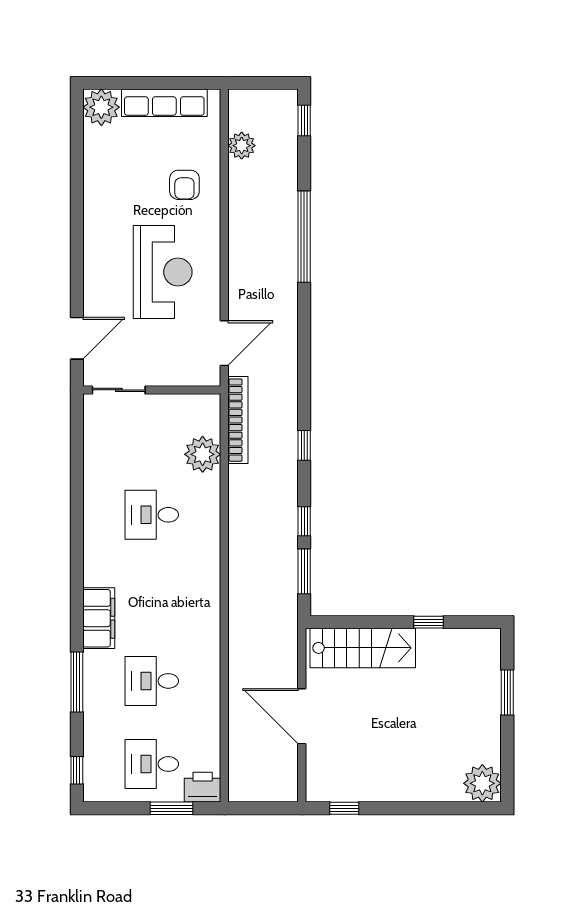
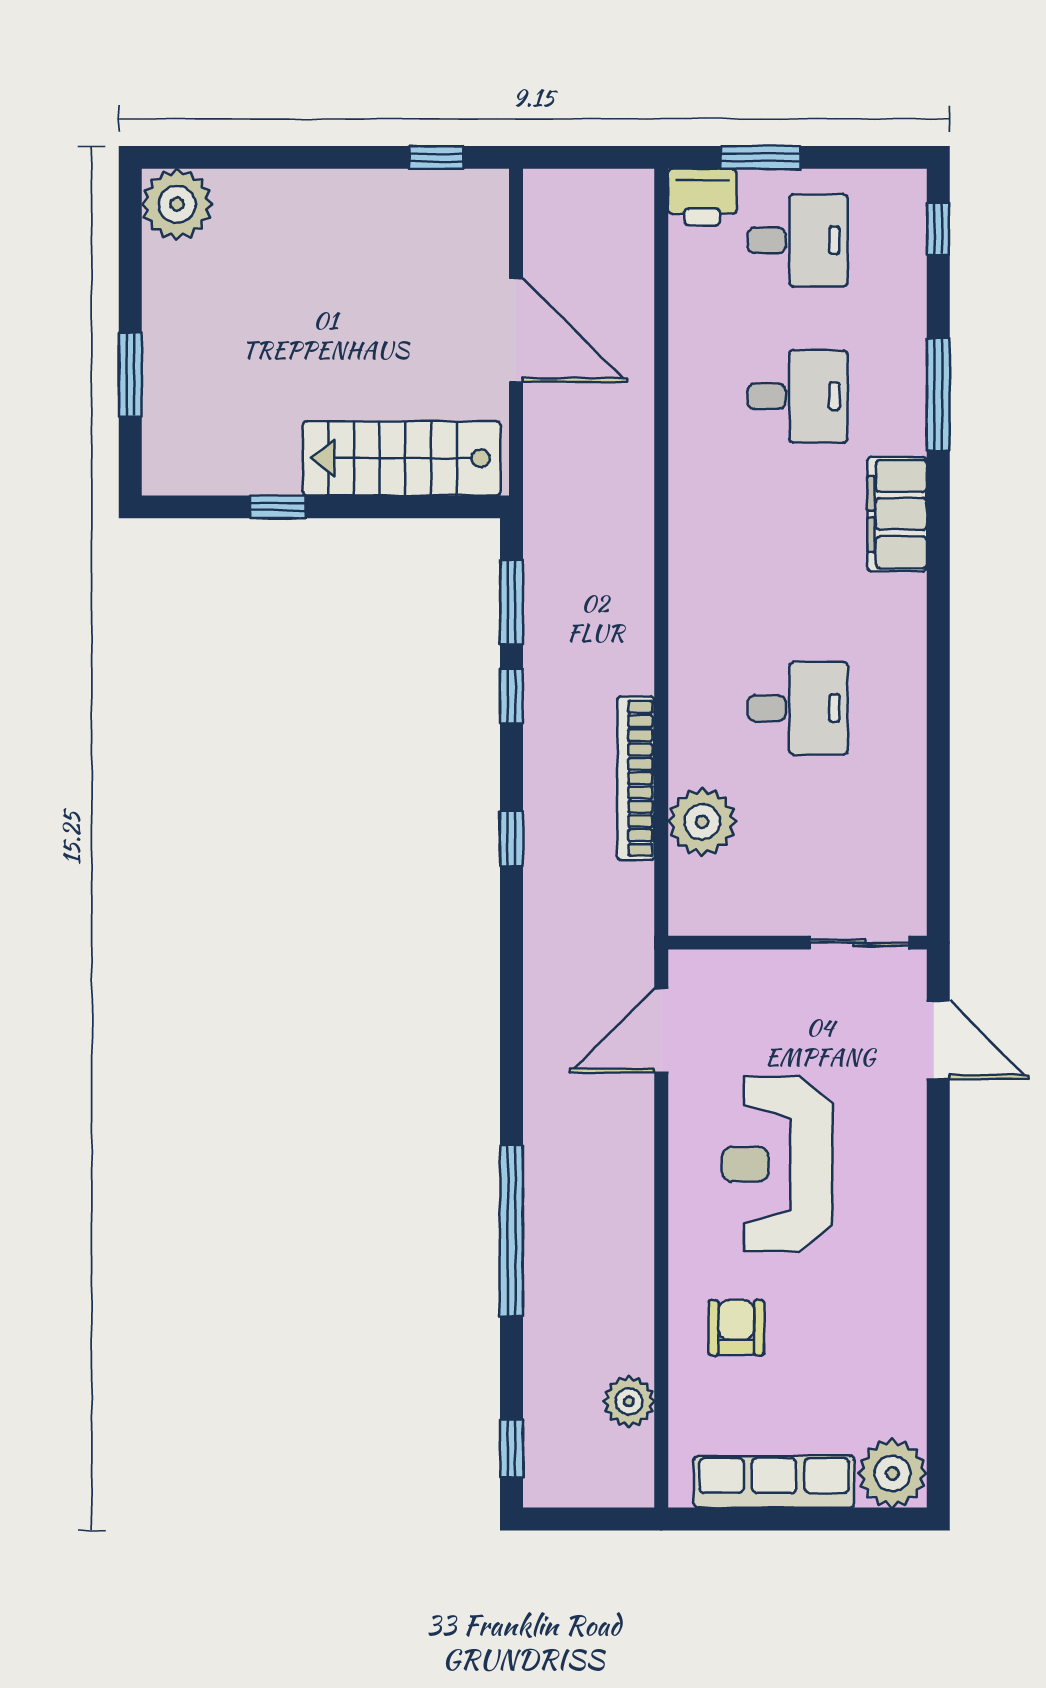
door: (77, 338) -> (938, 1040), swing flipped
bookcase: (238, 420) -> (636, 778), moved

